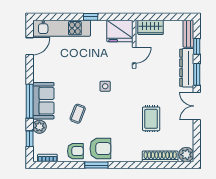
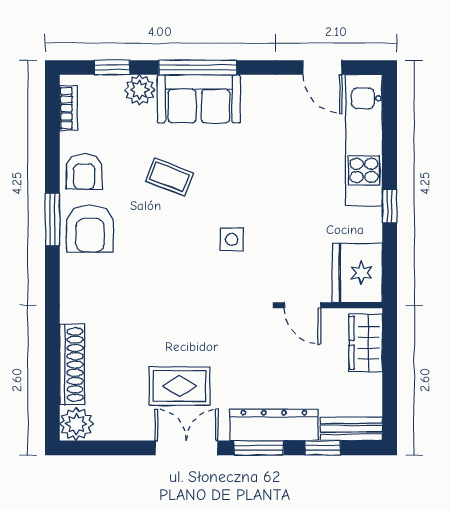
rug: (151, 119) -> (180, 386), moved

